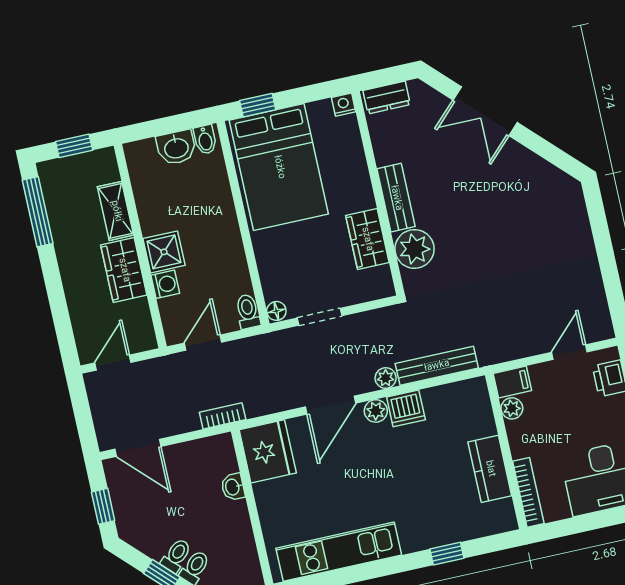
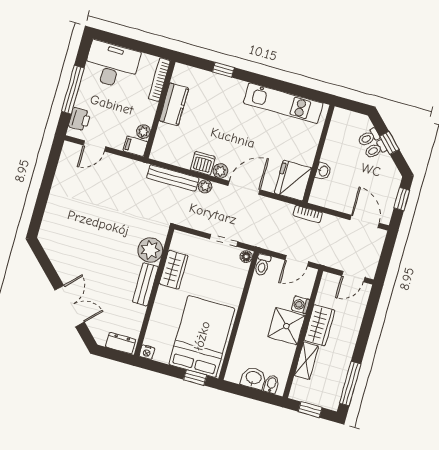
bidet: (205, 140) -> (271, 384), moved
shower: (164, 252) -> (286, 326), width x1.36, depth x1.36

